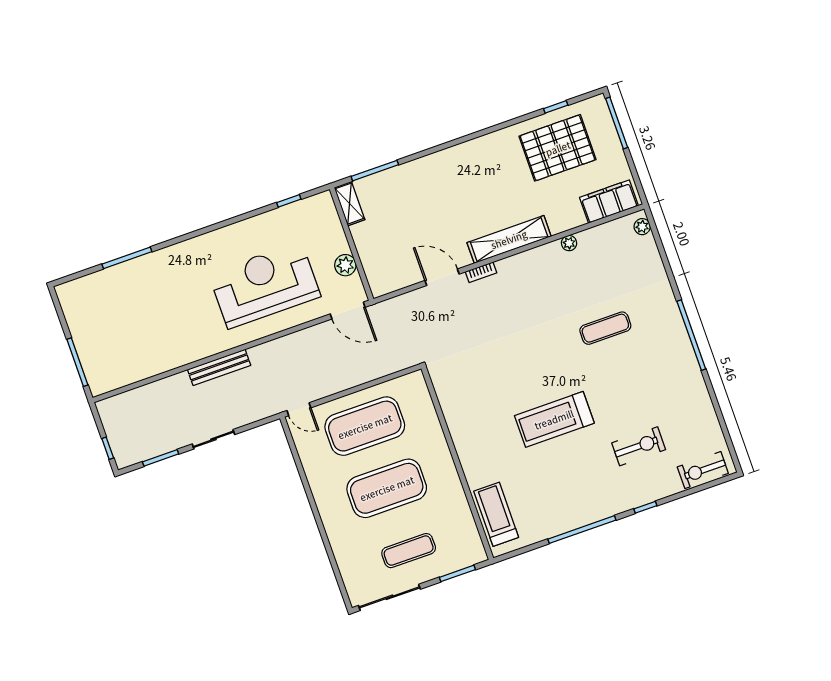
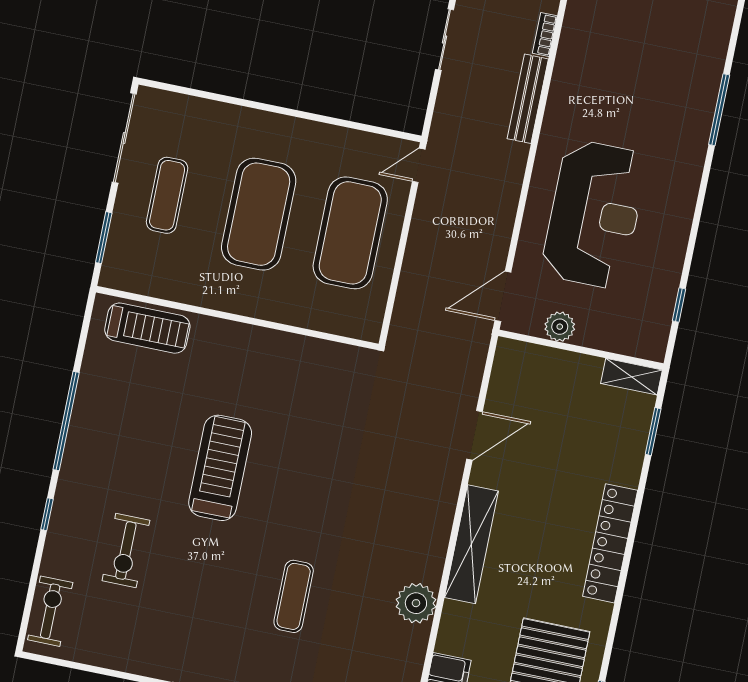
locker: (458, 156) -> (610, 543), added
window: (375, 171) -> (653, 432), width x0.69
plant: (569, 243) -> (416, 603), width x1.87, depth x1.87
window: (127, 258) -> (719, 110), moved
bookcase: (481, 272) -> (545, 34), moved

